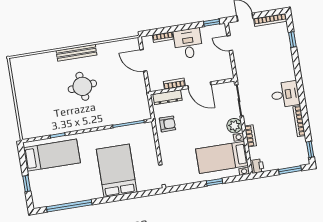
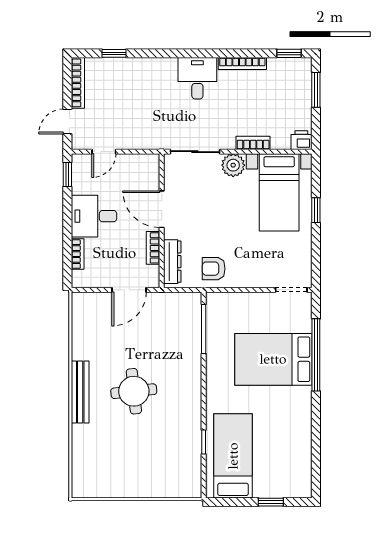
door: (143, 60) -> (129, 290), moved
door: (199, 85) -> (162, 209), swing flipped
armchair: (167, 124) -> (214, 269), turned -90
window: (69, 206) -> (316, 355), moved

